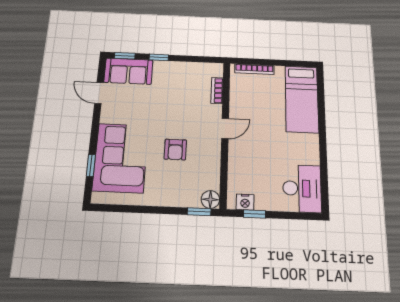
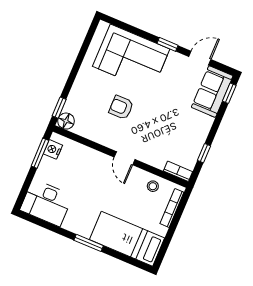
window: (159, 57) -> (204, 153), moved
bookcase: (217, 91) -> (178, 171), moved
stool: (241, 93) -> (153, 186), added
window: (322, 133) -> (89, 243), added
window: (91, 165) -> (168, 44), moved
window: (255, 214) -> (40, 153), width x1.50

